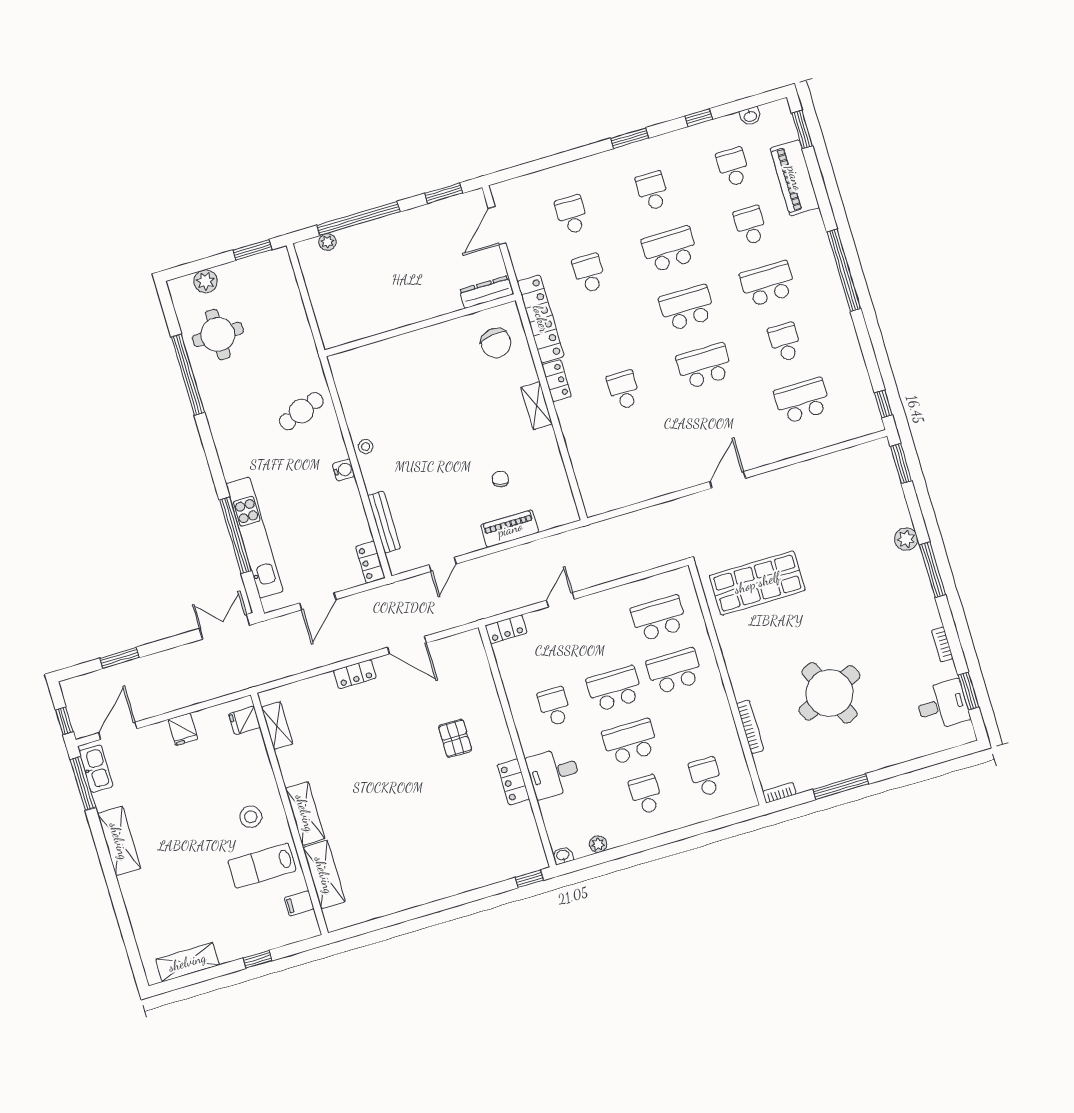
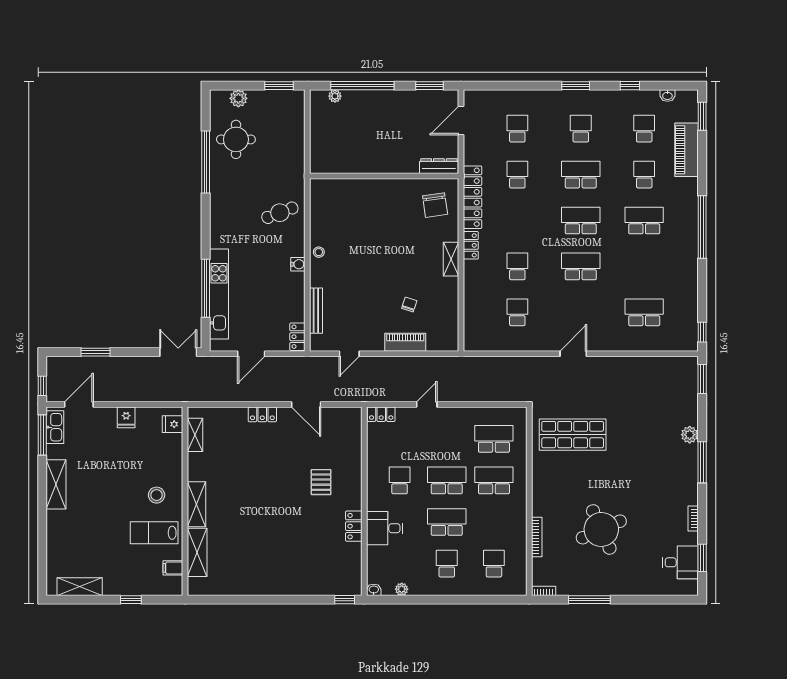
school desk: (785, 342) -> (517, 312), moved

